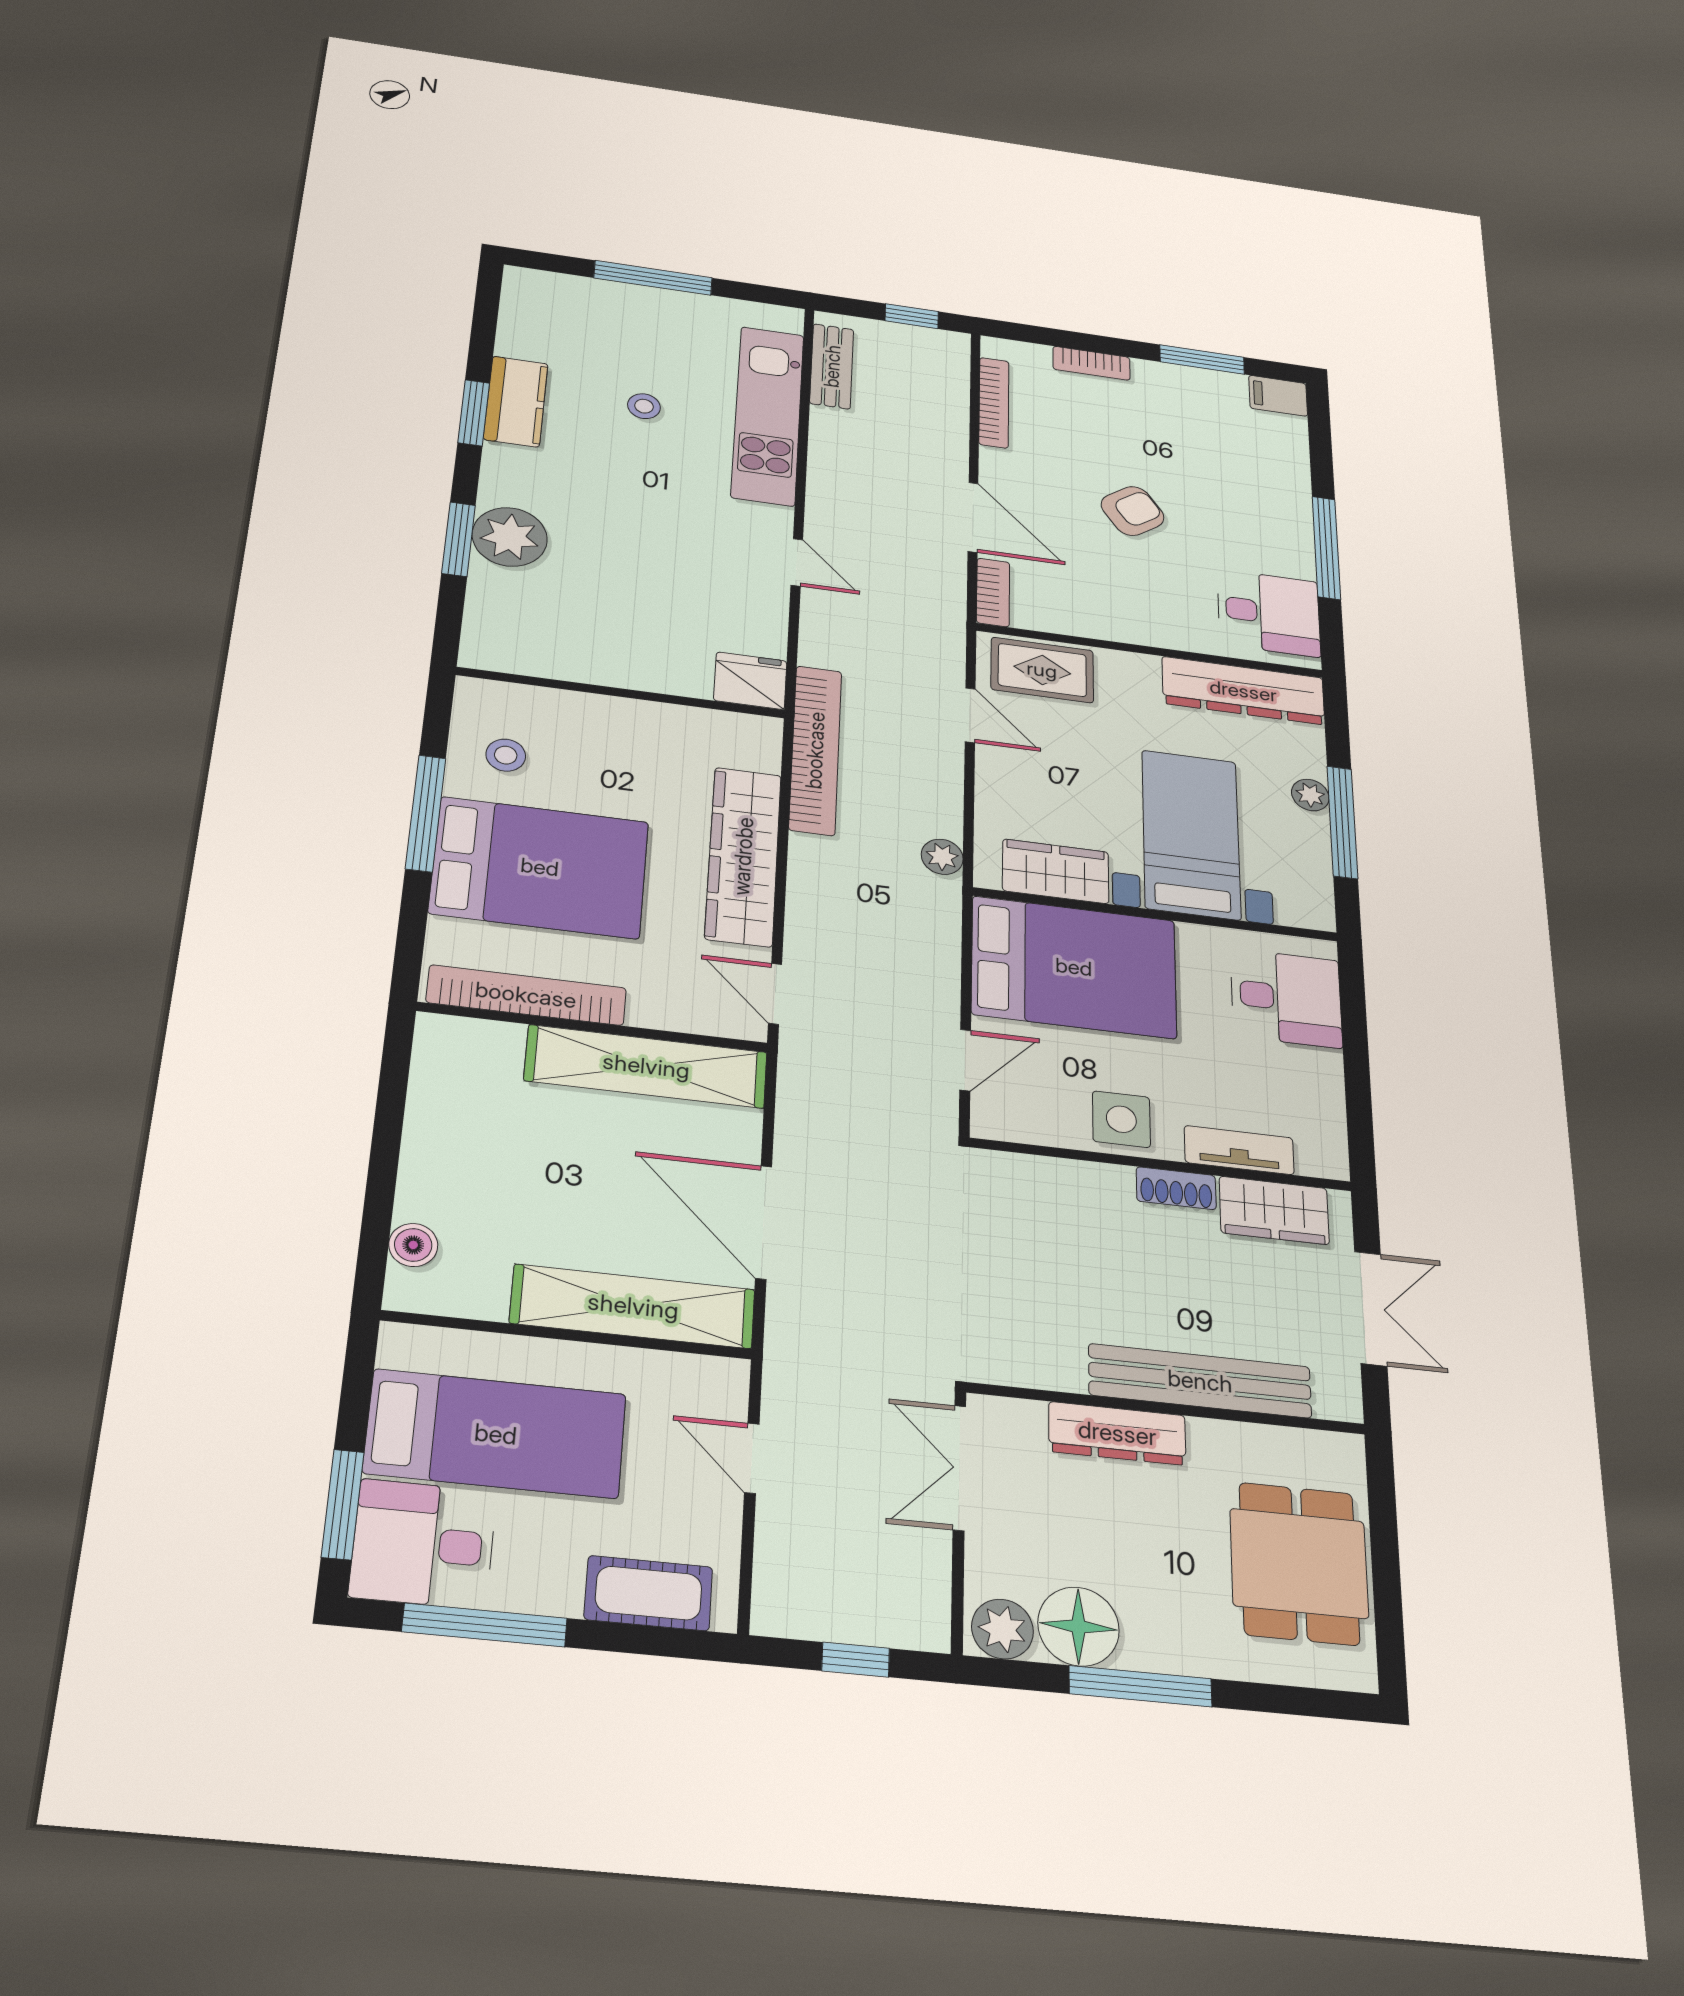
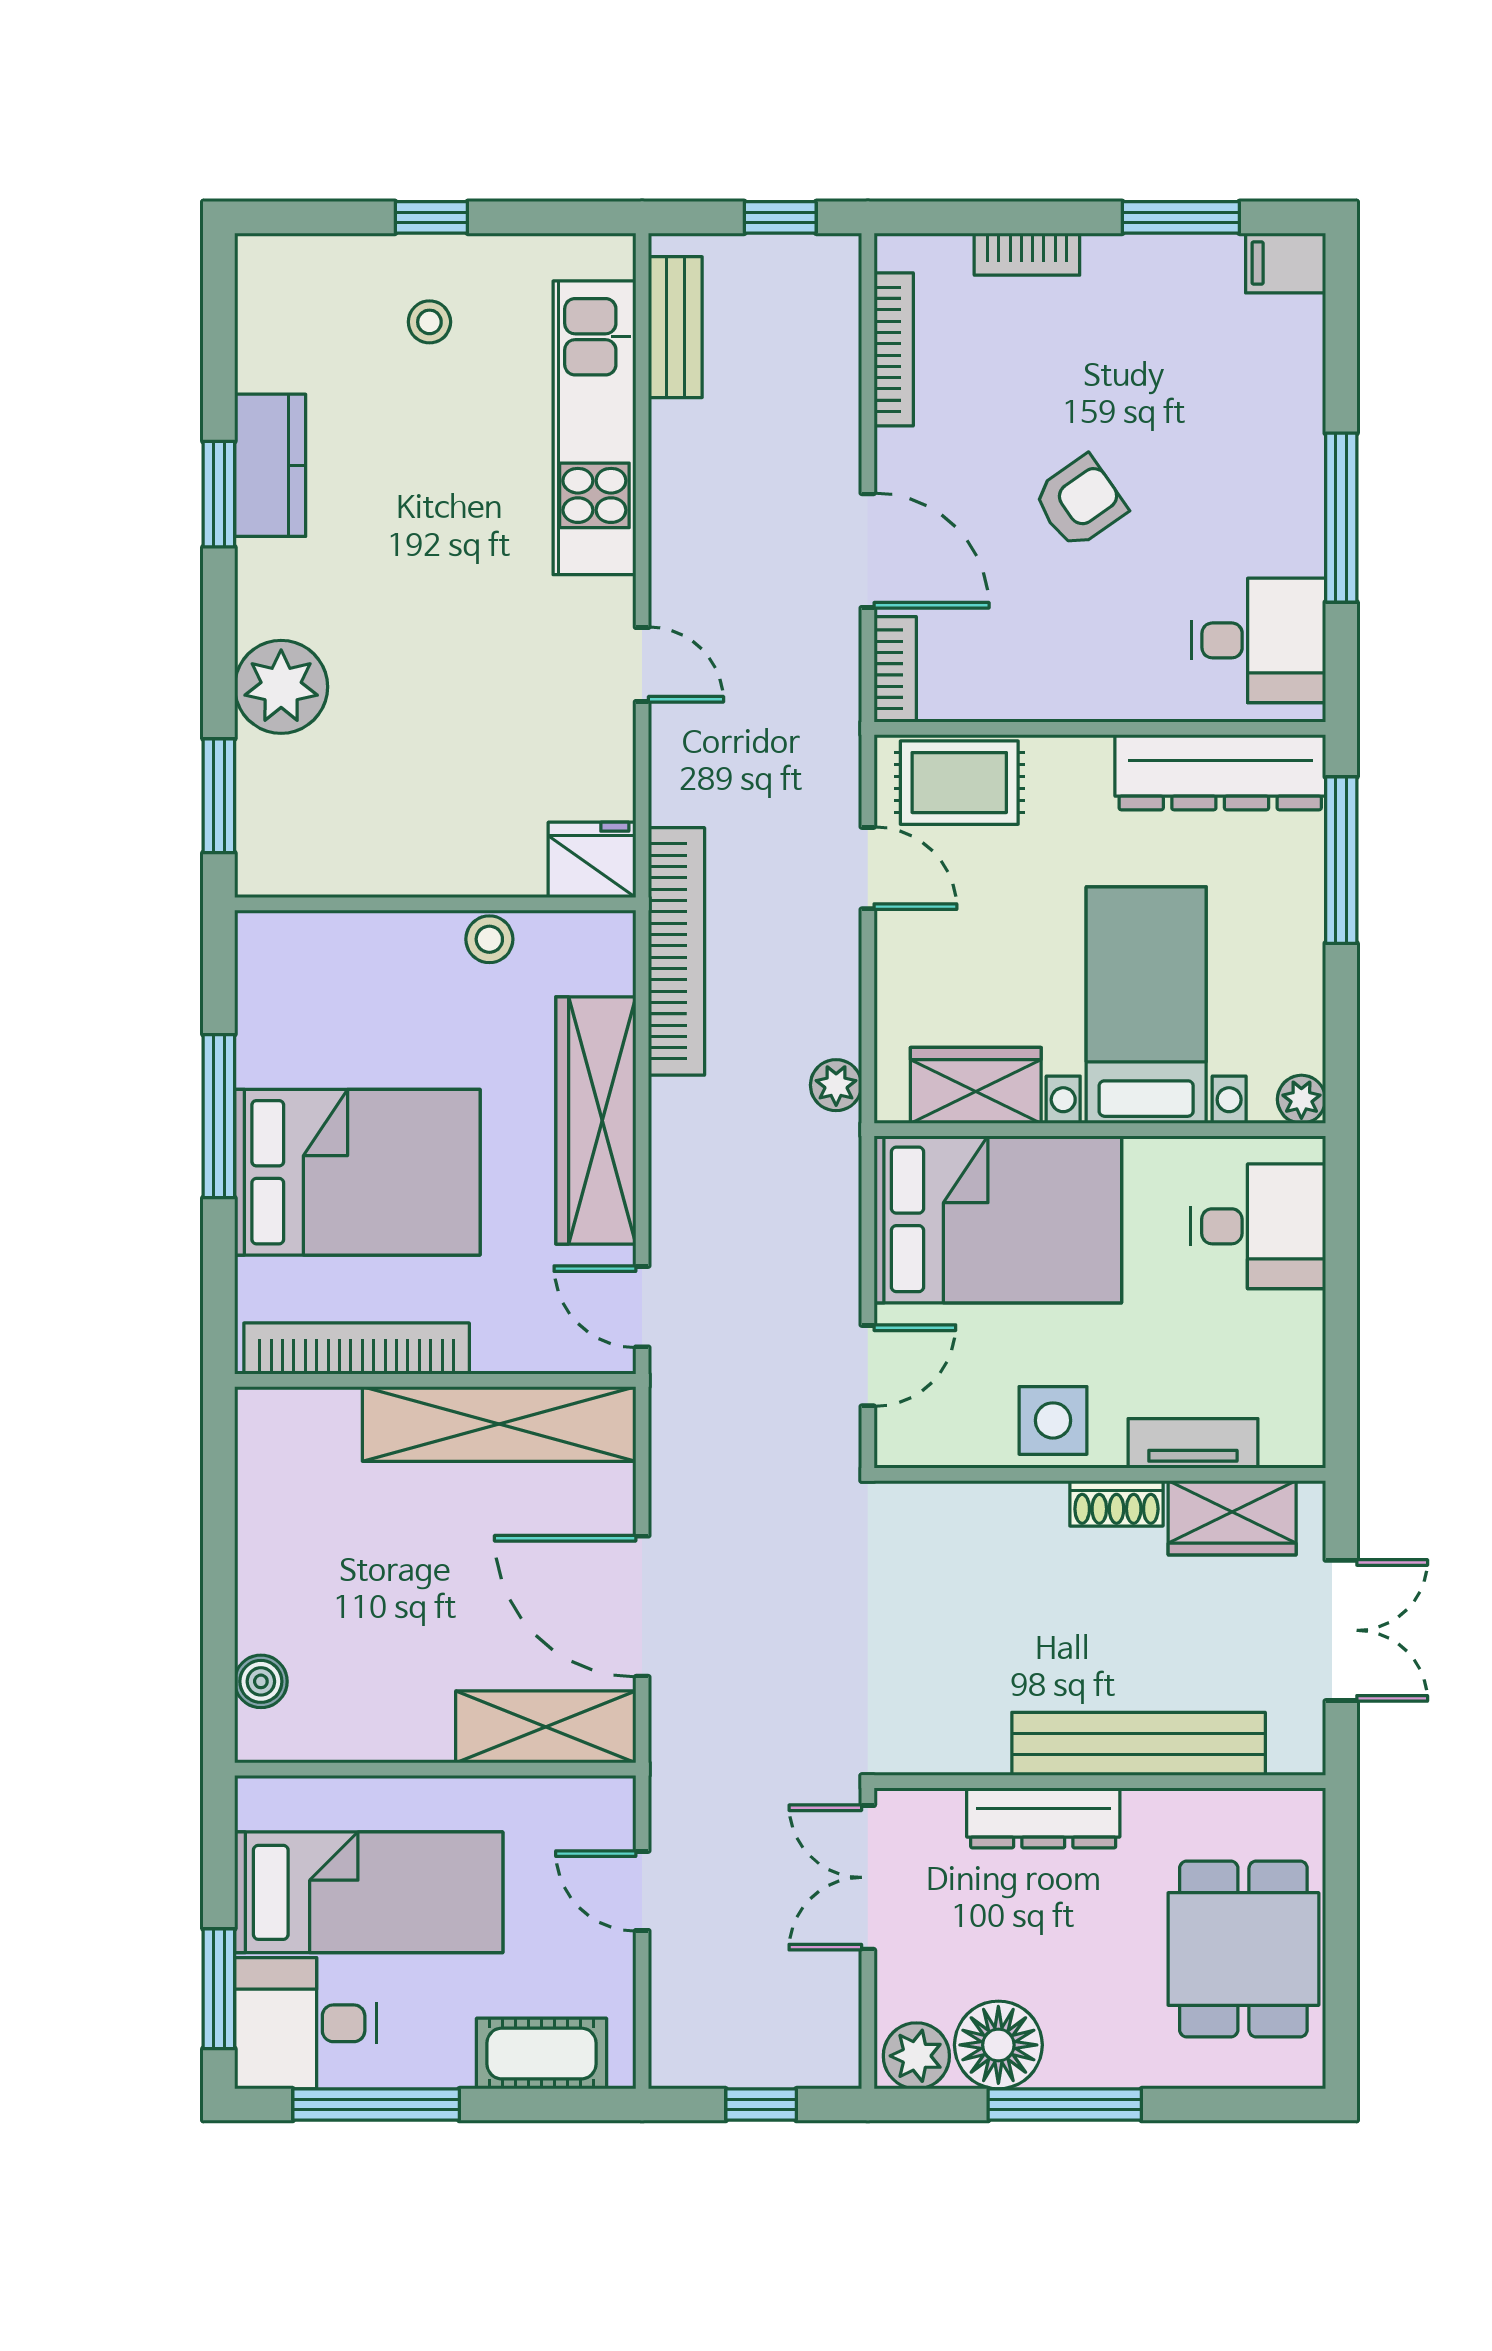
window: (653, 278) -> (431, 217), width x0.46
stool: (644, 406) -> (429, 322), moved
window: (459, 539) -> (219, 796), moved
stool: (506, 755) -> (489, 939), moved
plant: (1310, 795) -> (1301, 1099), moved
window: (1342, 822) -> (1341, 860), moved
shelving: (633, 1306) -> (546, 1727), width x0.68

